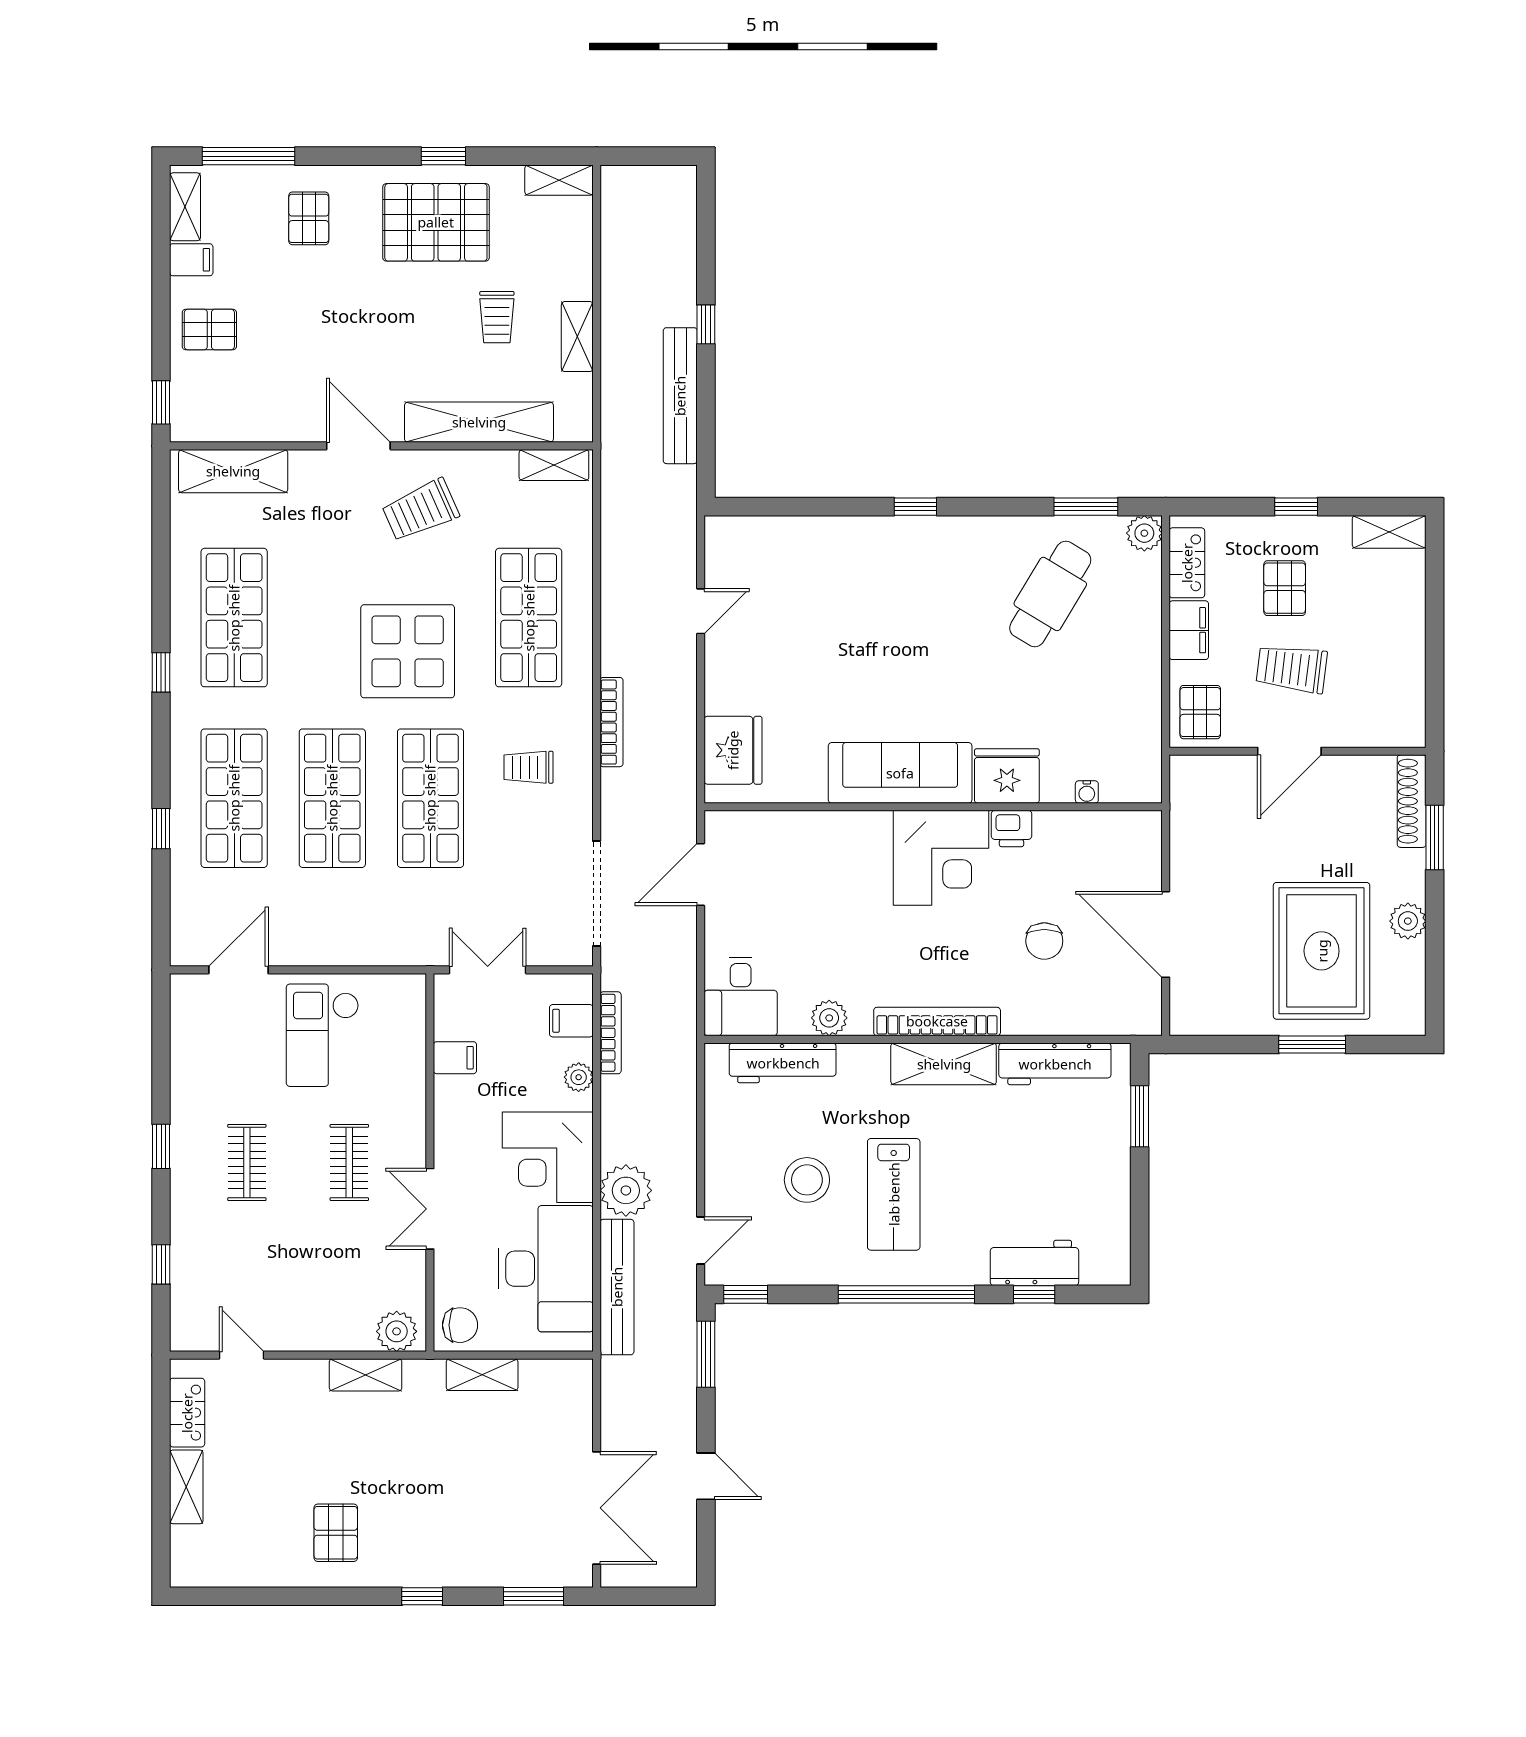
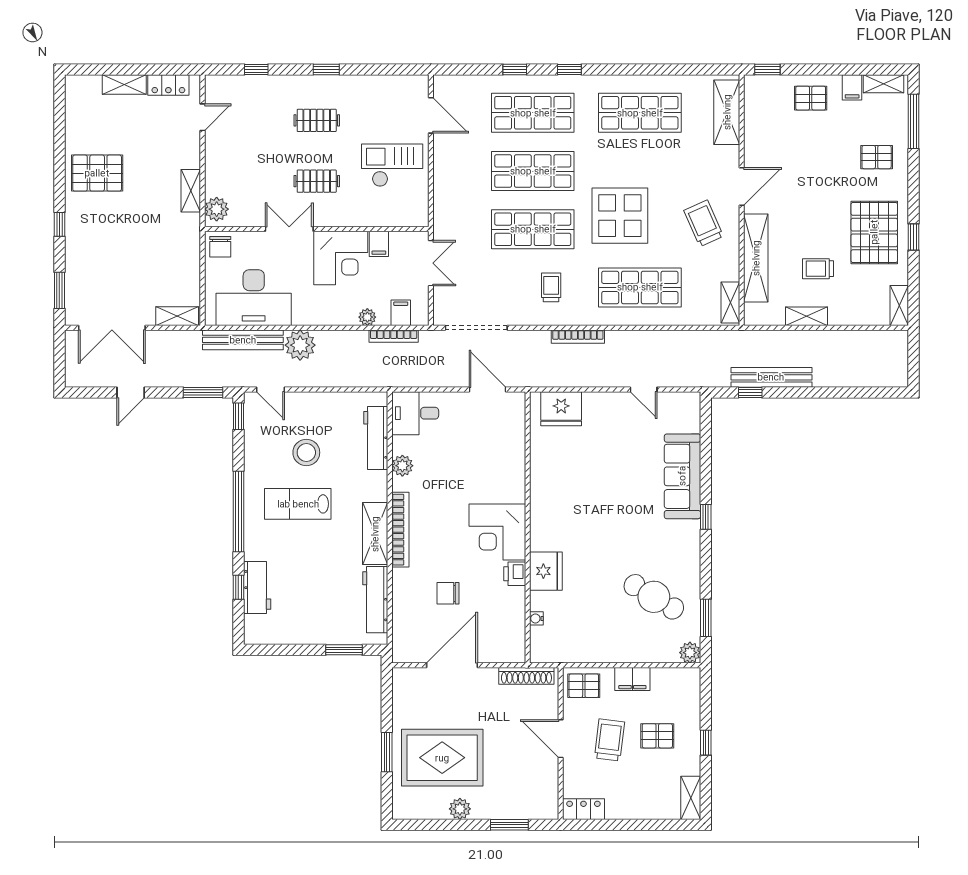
window: (706, 324) -> (750, 393), moved
pallet: (209, 329) -> (811, 98), turned 90
locker: (1187, 563) -> (583, 809), moved, turned 180
window: (161, 672) -> (569, 69), moved
sofa: (900, 773) -> (682, 476), moved, turned 180
shoe rack: (1412, 801) -> (526, 676), moved, turned 180
corner desk: (548, 1157) -> (341, 258), moved, turned 180
shelving: (482, 1375) -> (177, 316), moved, turned 90
pallet: (336, 1533) -> (97, 173), width x1.50, depth x1.42

